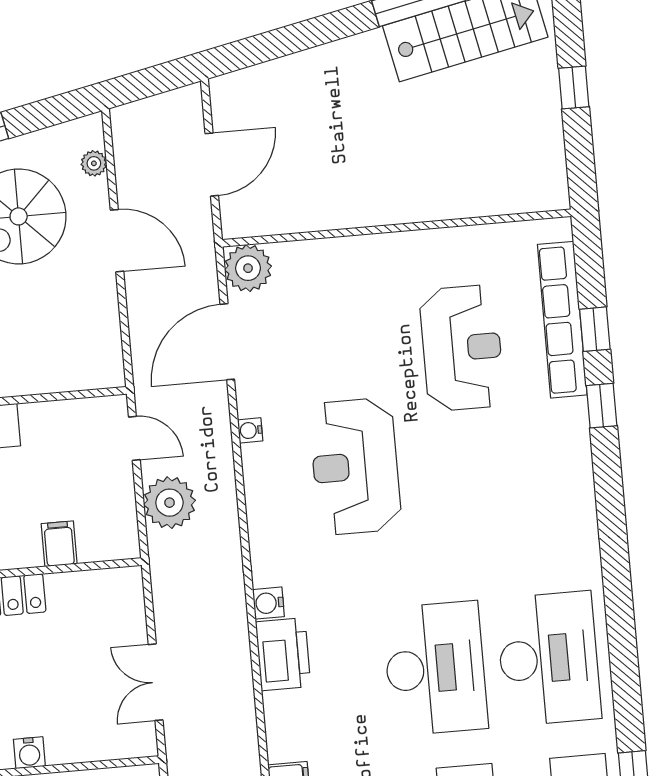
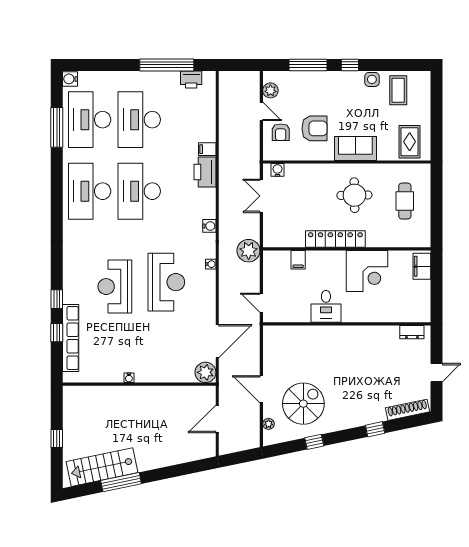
water cooler: (421, 240) -> (129, 378), added
reception desk: (462, 348) -> (115, 287), moved
water cooler: (250, 430) -> (211, 264), moved
plant: (169, 503) -> (249, 251), moved
printer: (283, 654) -> (205, 172), moved
double door: (156, 682) -> (261, 196), swing flipped
water cooler: (29, 753) -> (277, 170), moved

